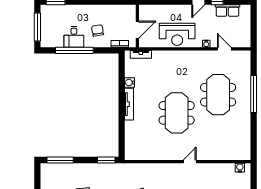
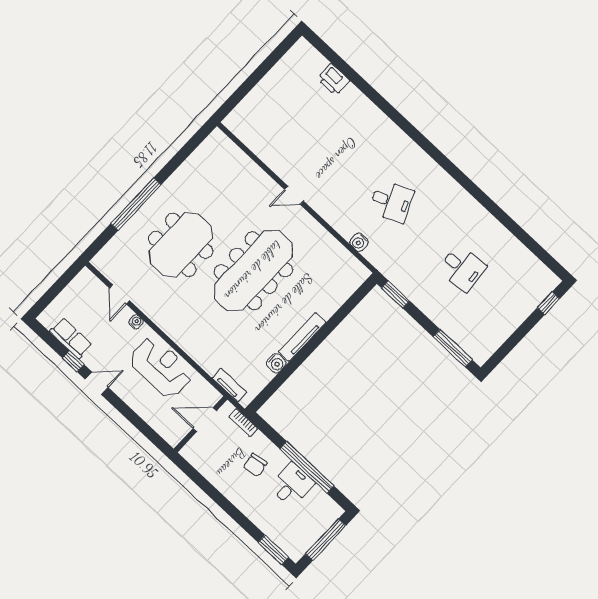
meeting table: (177, 113) -> (253, 271), width x1.36
water cooler: (240, 168) -> (359, 242), moved

